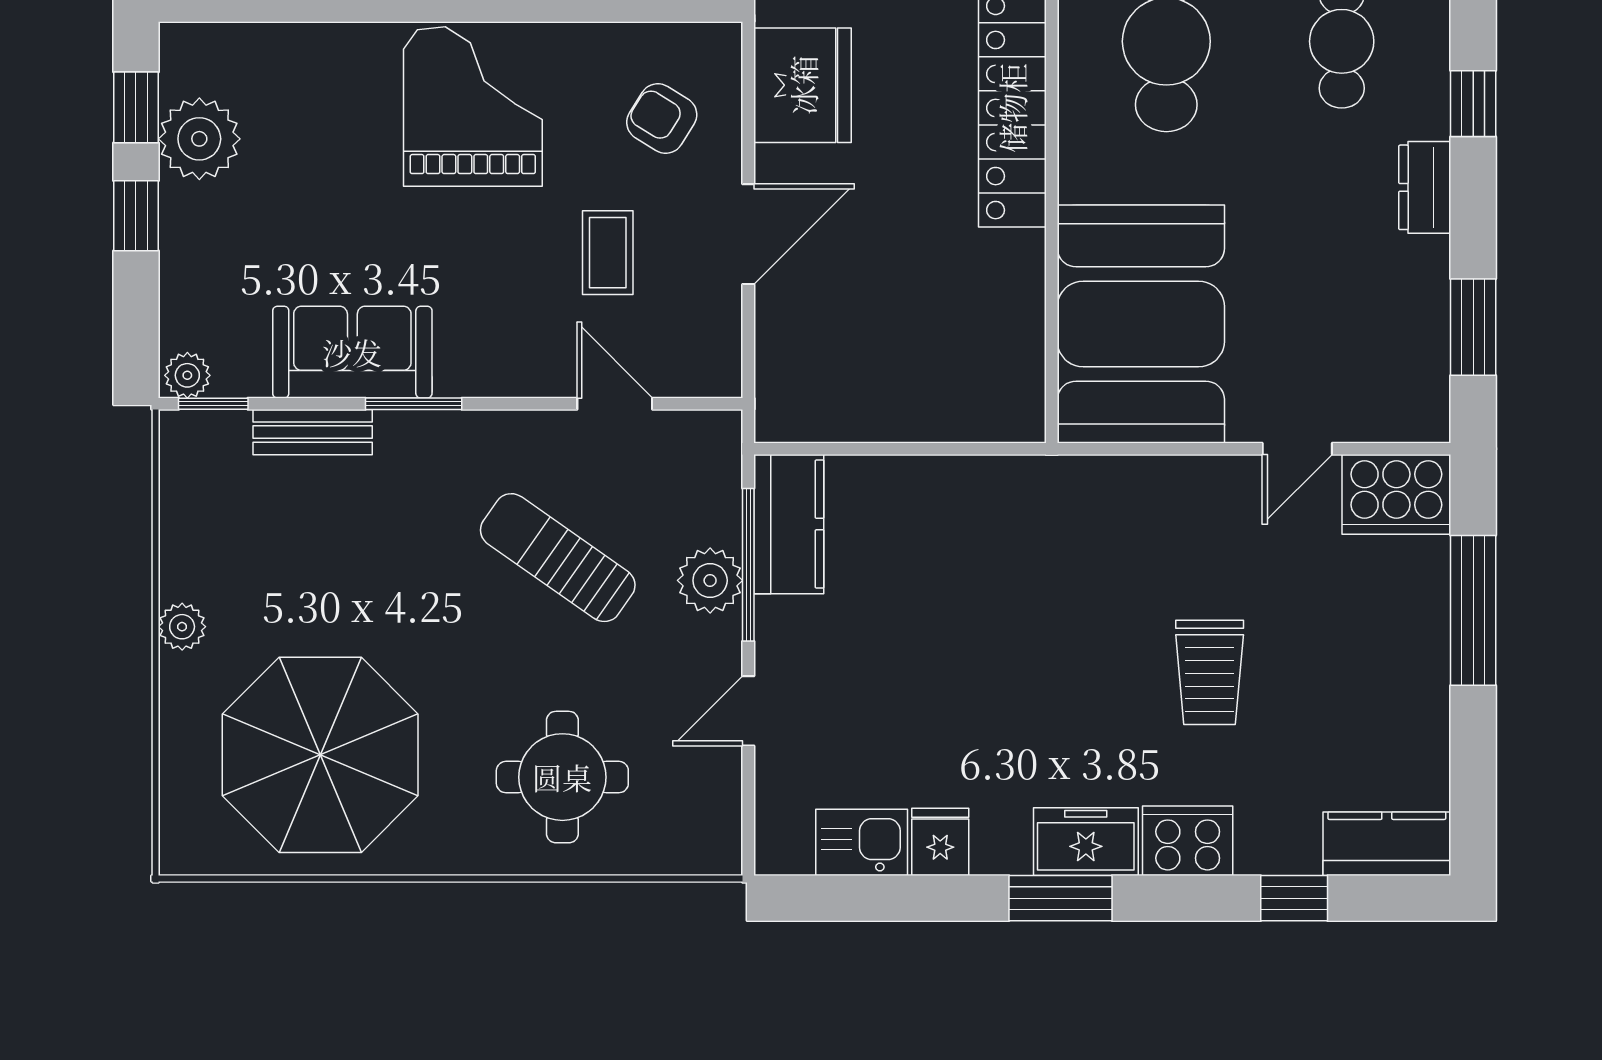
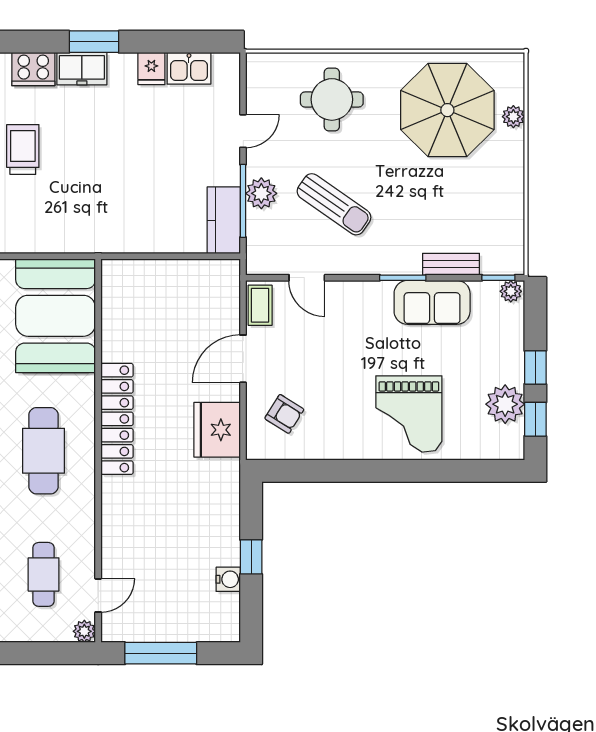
grand piano: (473, 106) -> (409, 414), moved
coffee table: (608, 253) -> (260, 305), moved
plant: (182, 627) -> (513, 117), moved

